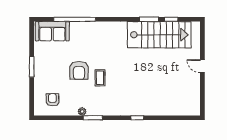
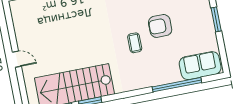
armchair: (79, 70) -> (160, 26), turned -90
coffee table: (100, 78) -> (135, 43), moved

